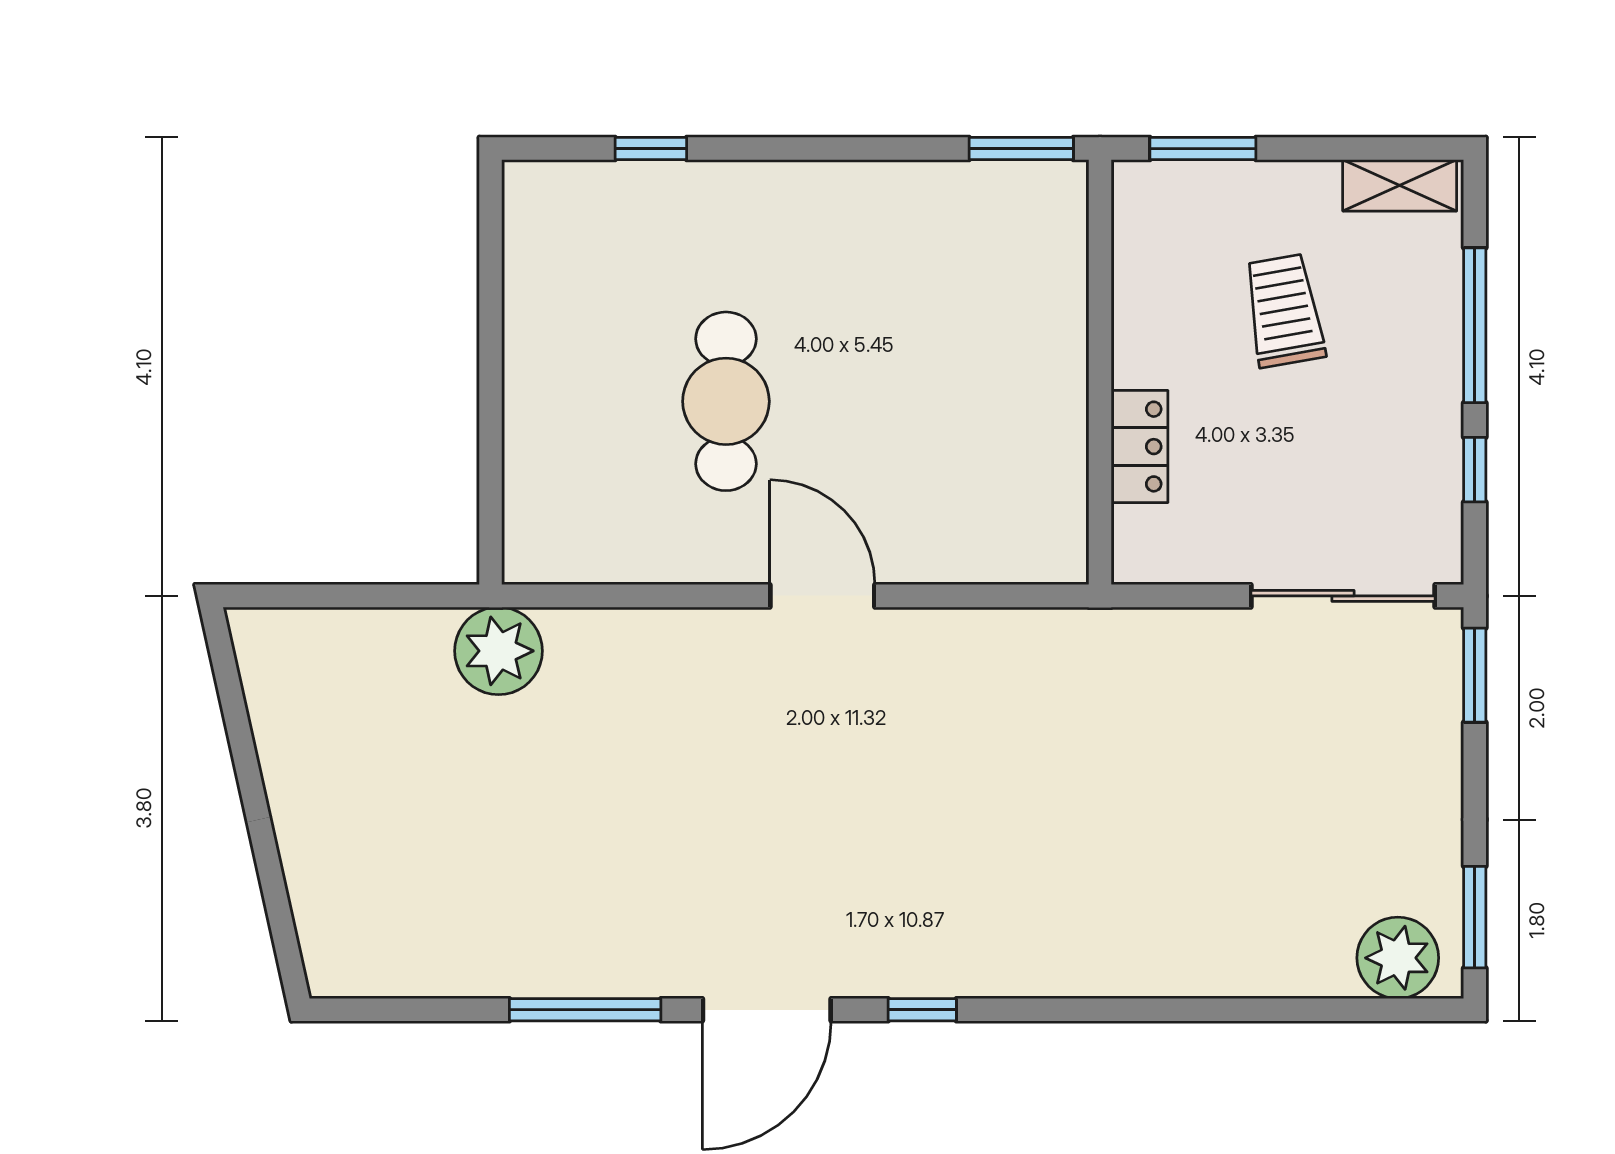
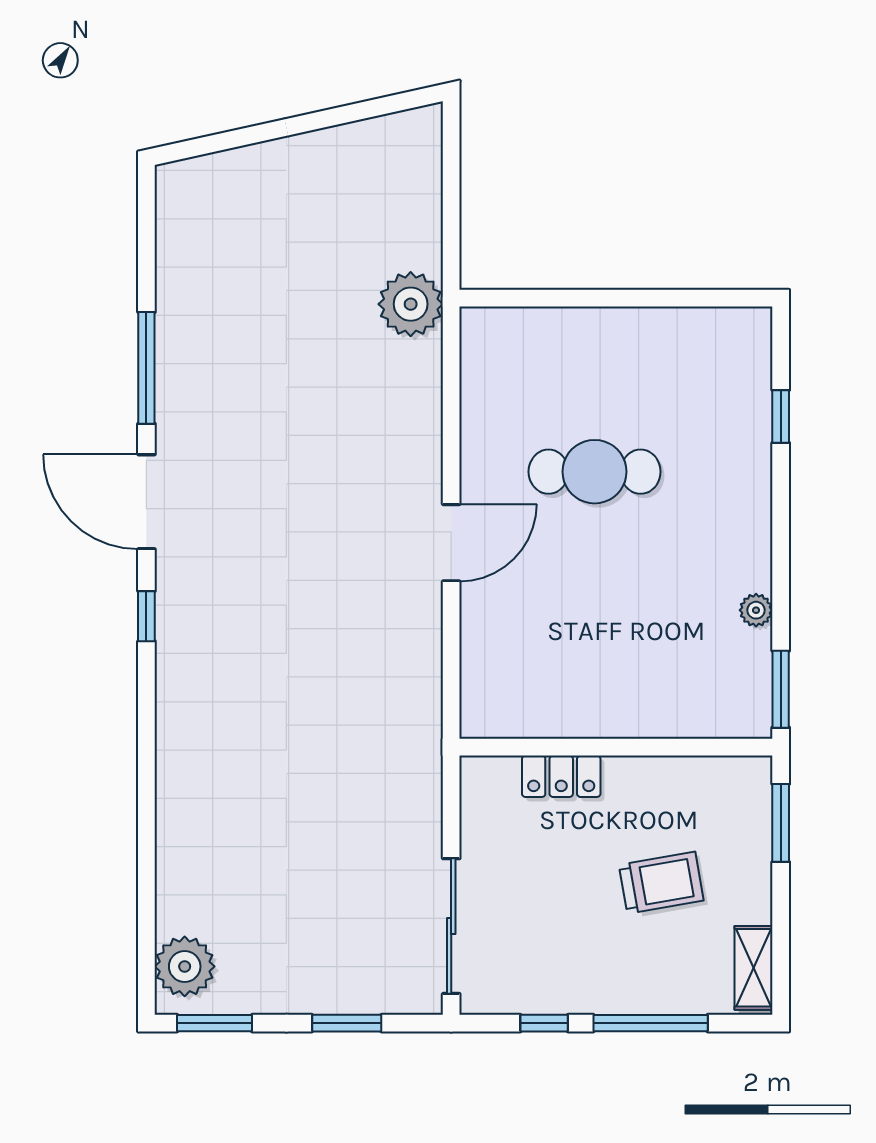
plant: (914, 182) -> (756, 610), added
window: (1475, 675) -> (347, 1023), moved

